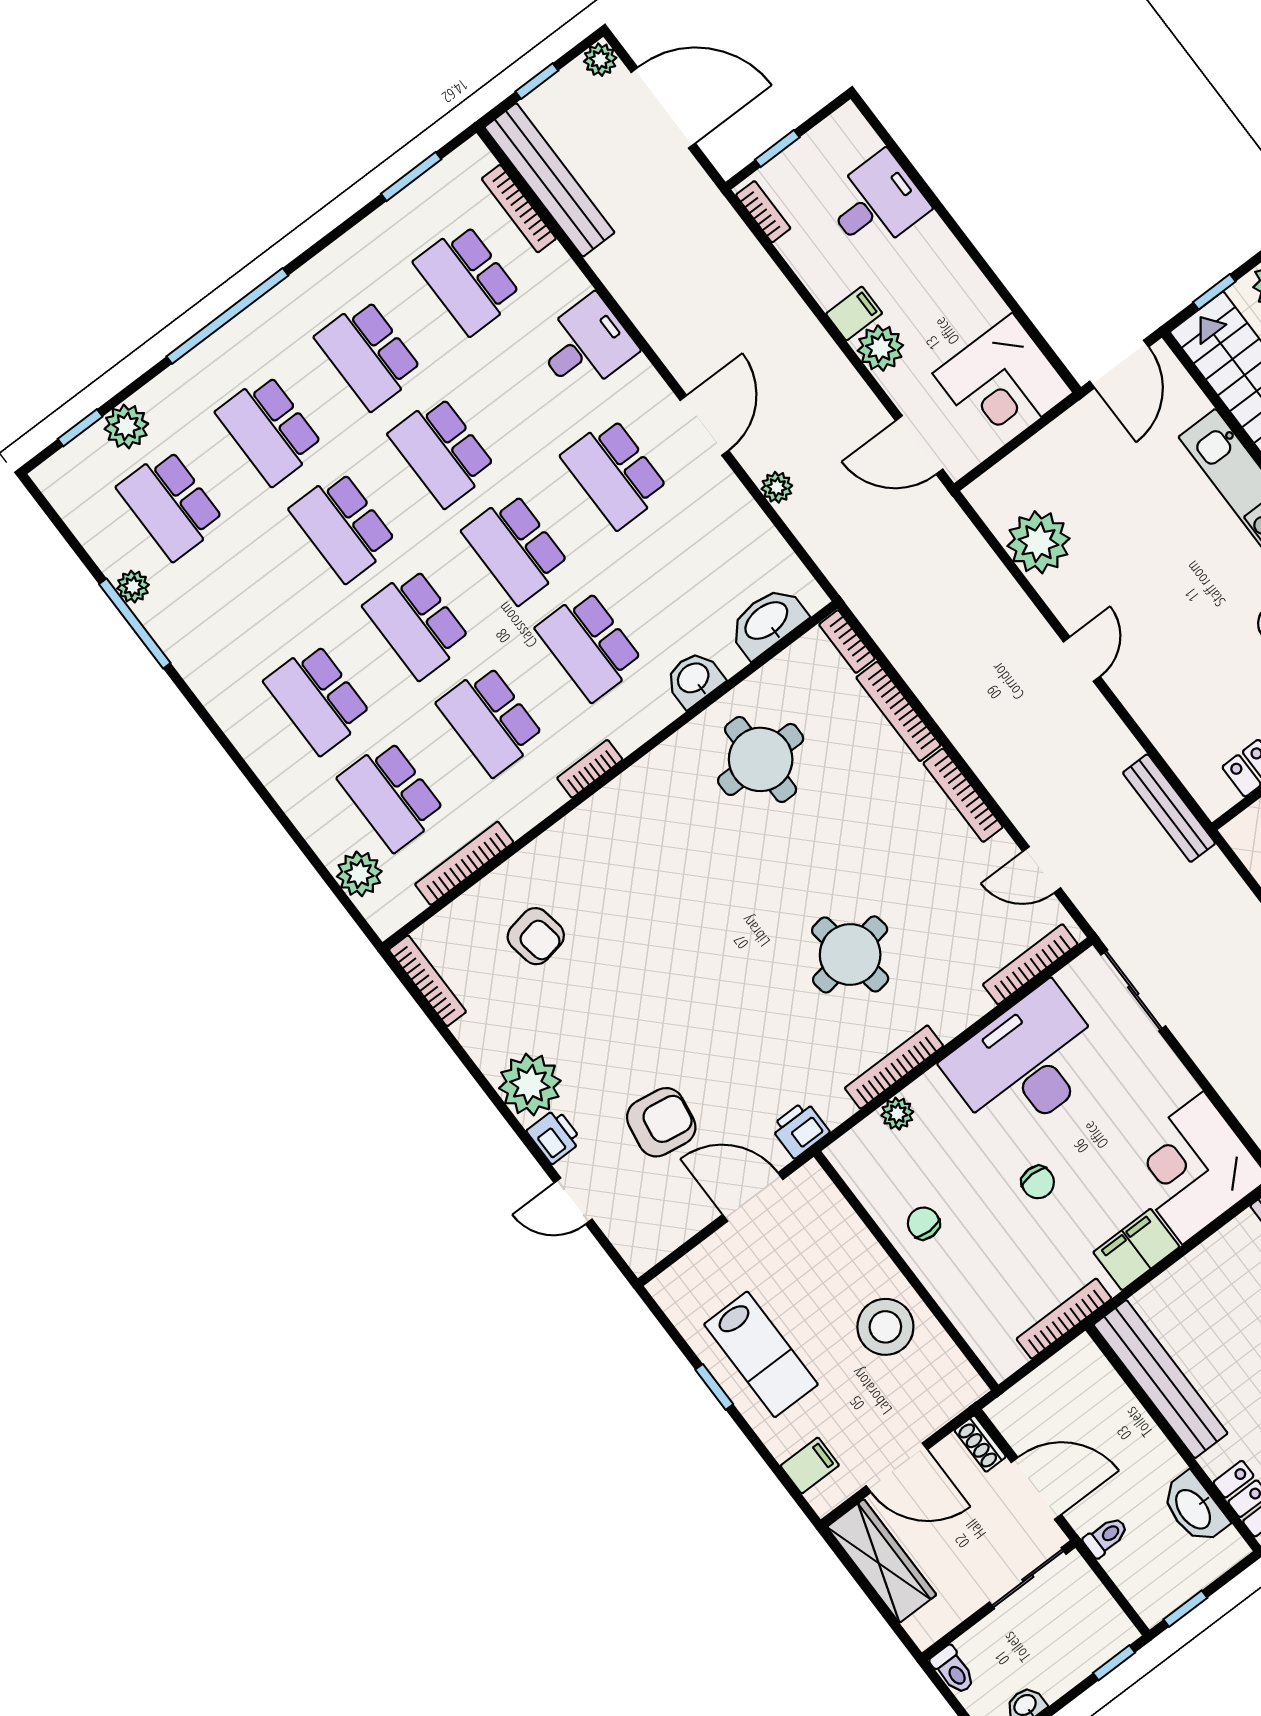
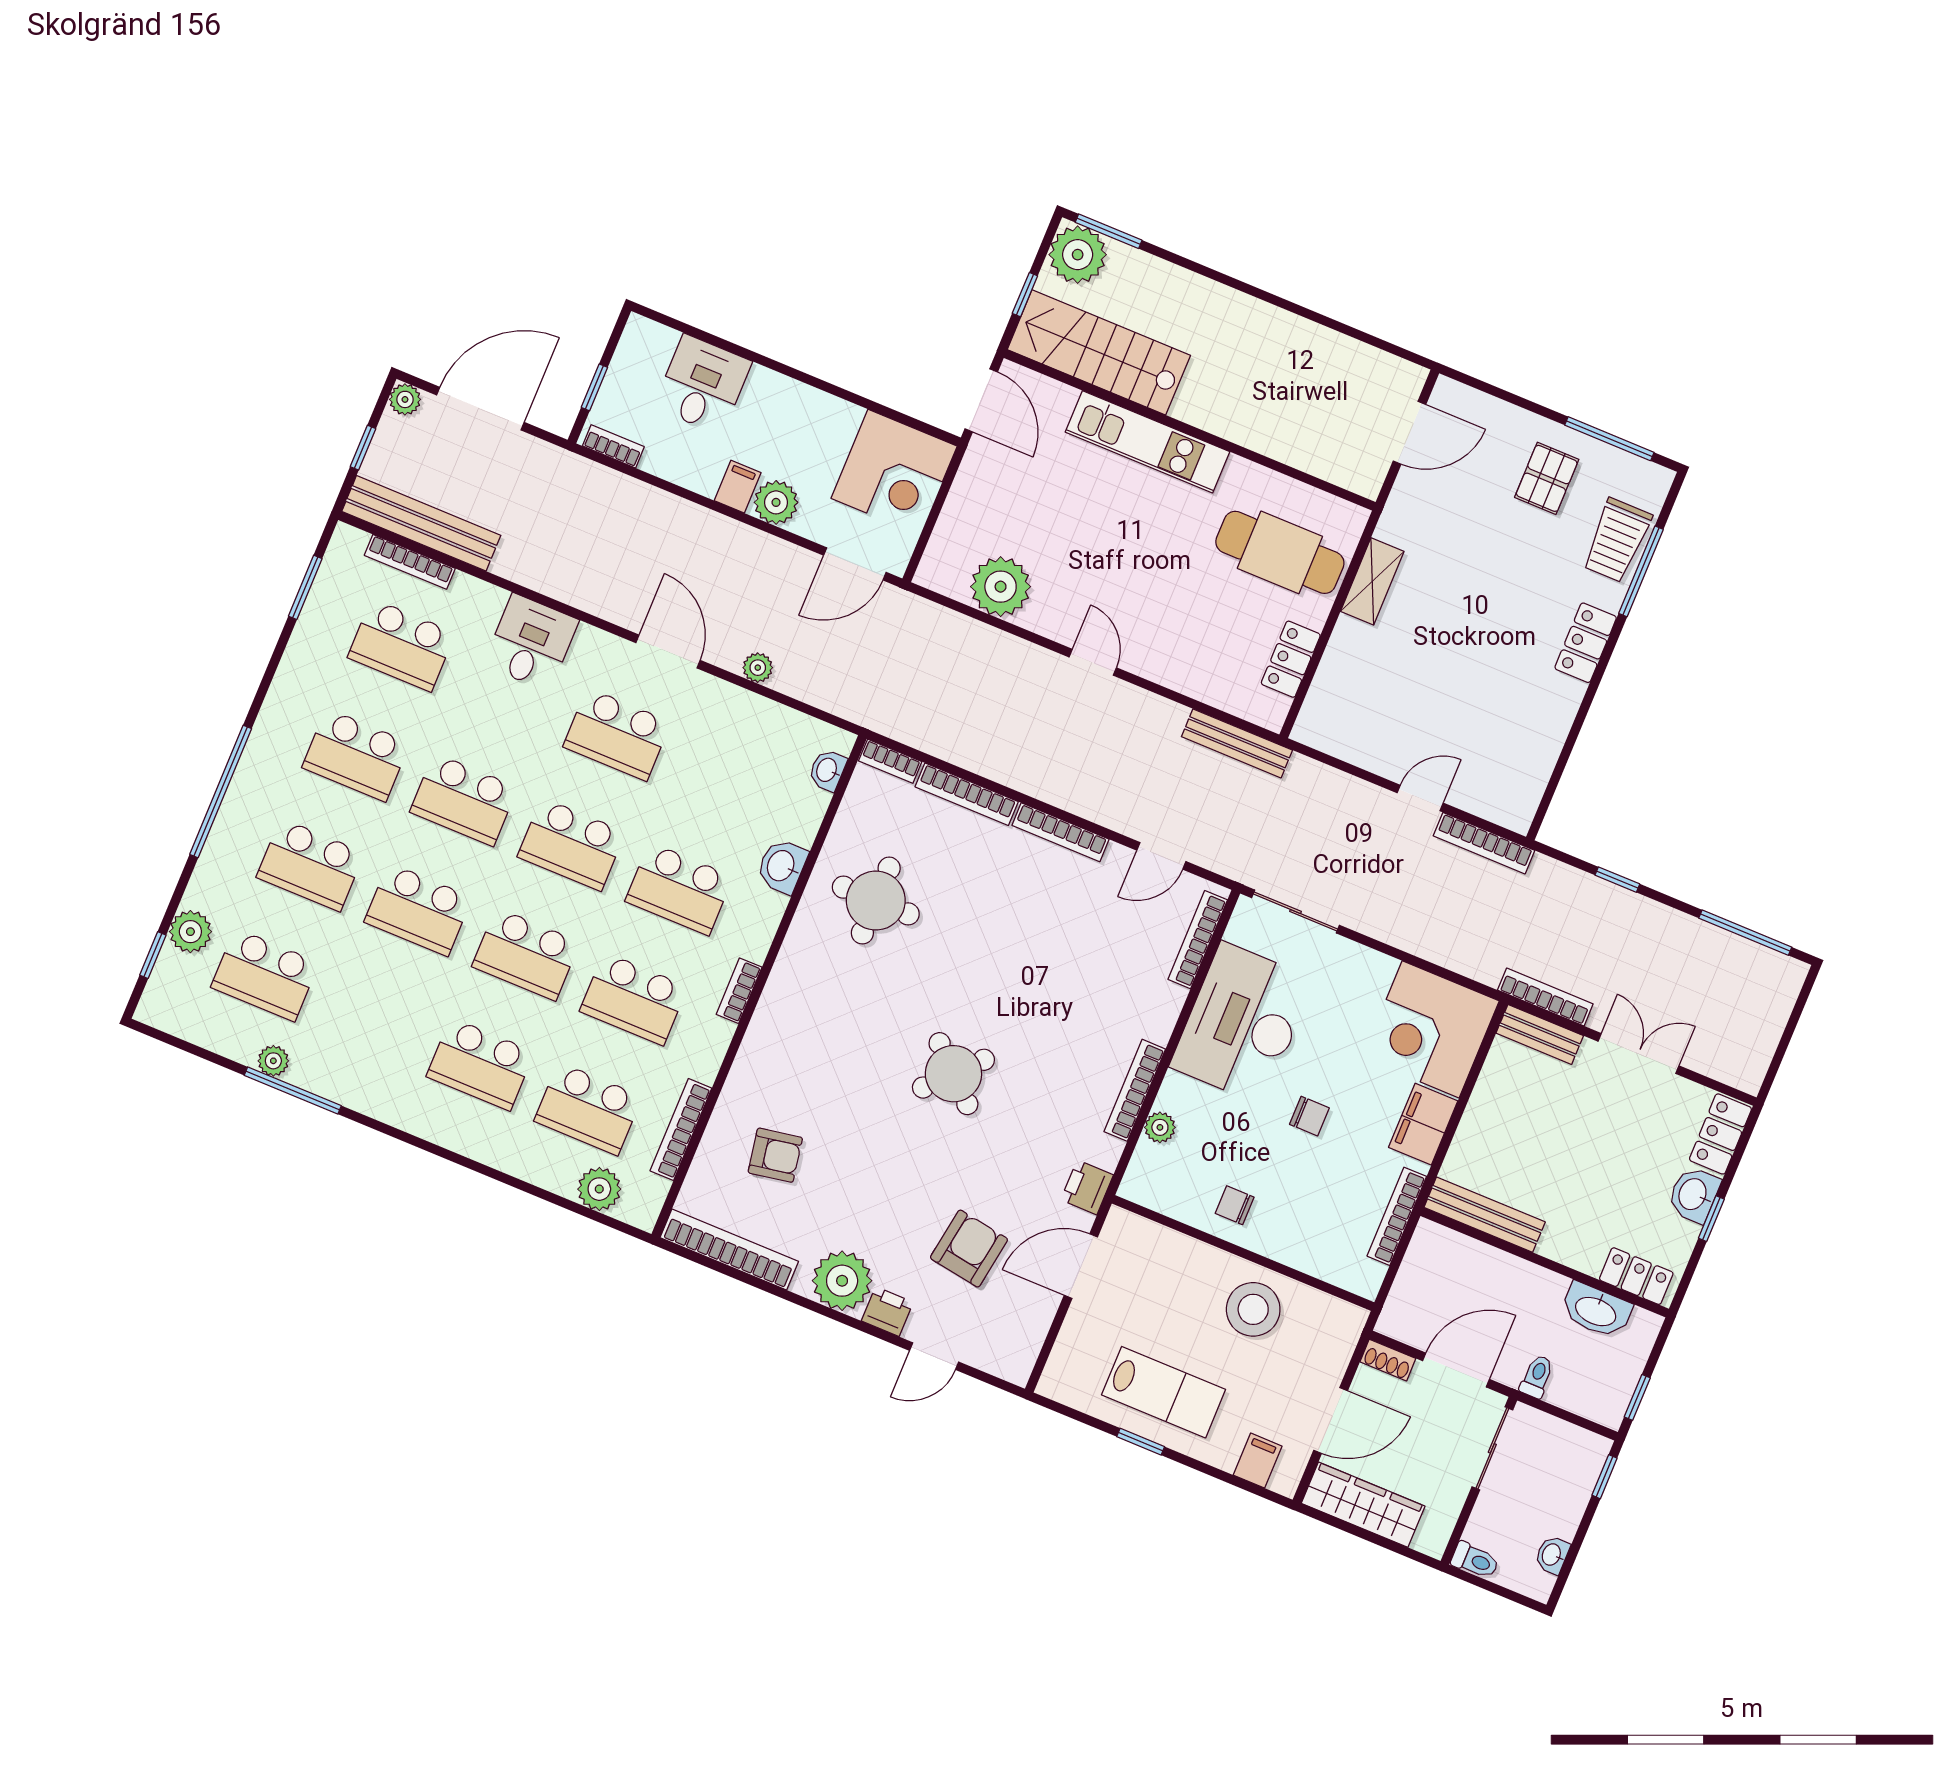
washbasin: (767, 622) -> (827, 770), width x0.52, depth x0.69
round table: (850, 954) -> (953, 1074), moved, turned -38
bookcase: (428, 981) -> (729, 1250), width x1.48, depth x1.31
bench: (1161, 1379) -> (1485, 1215), width x0.73, depth x0.82

